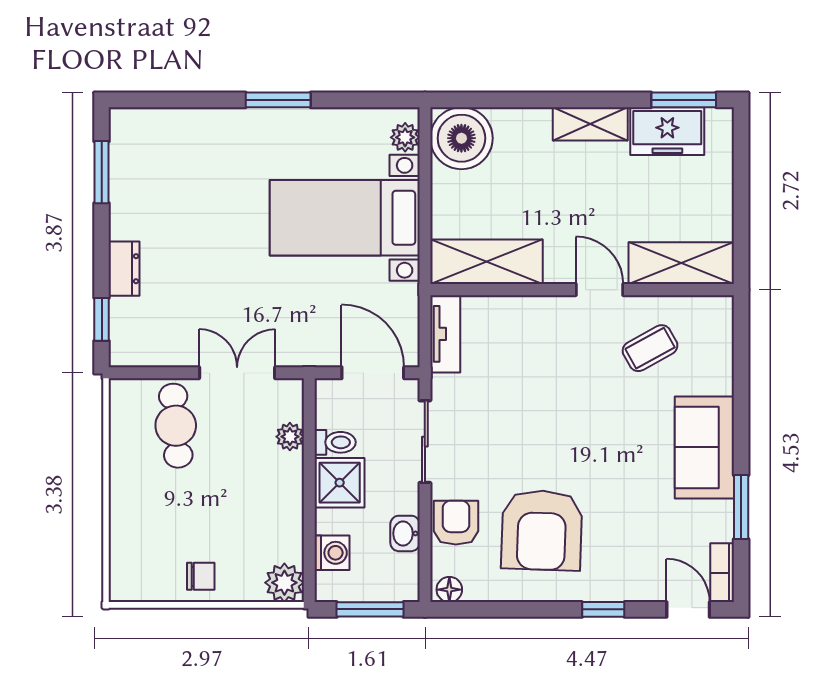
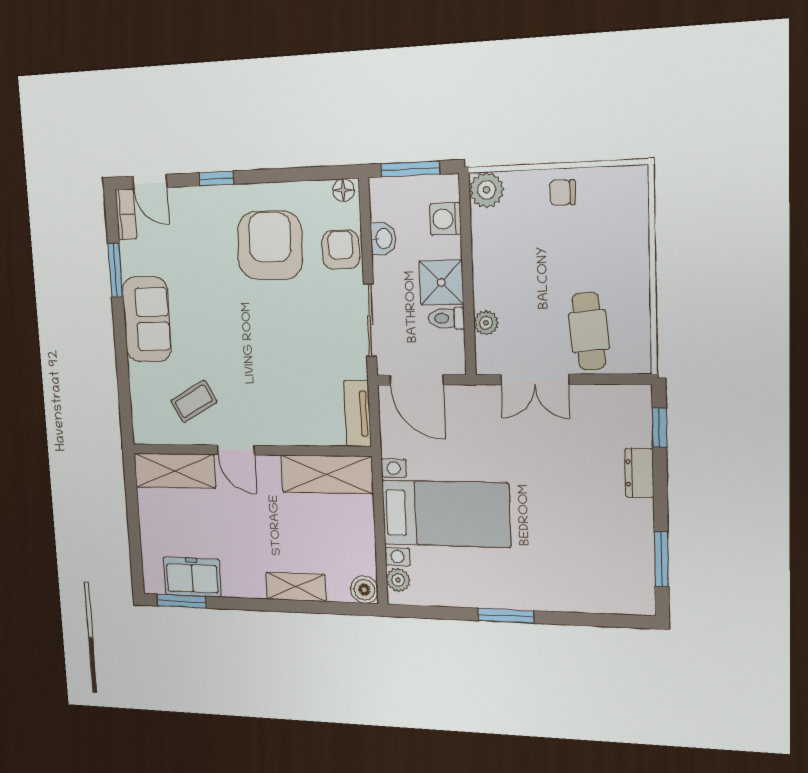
shelving: (590, 124) -> (296, 587), moved
boiler: (461, 138) -> (364, 590), width x0.54, depth x0.54
armchair: (456, 523) -> (341, 250), turned 180

